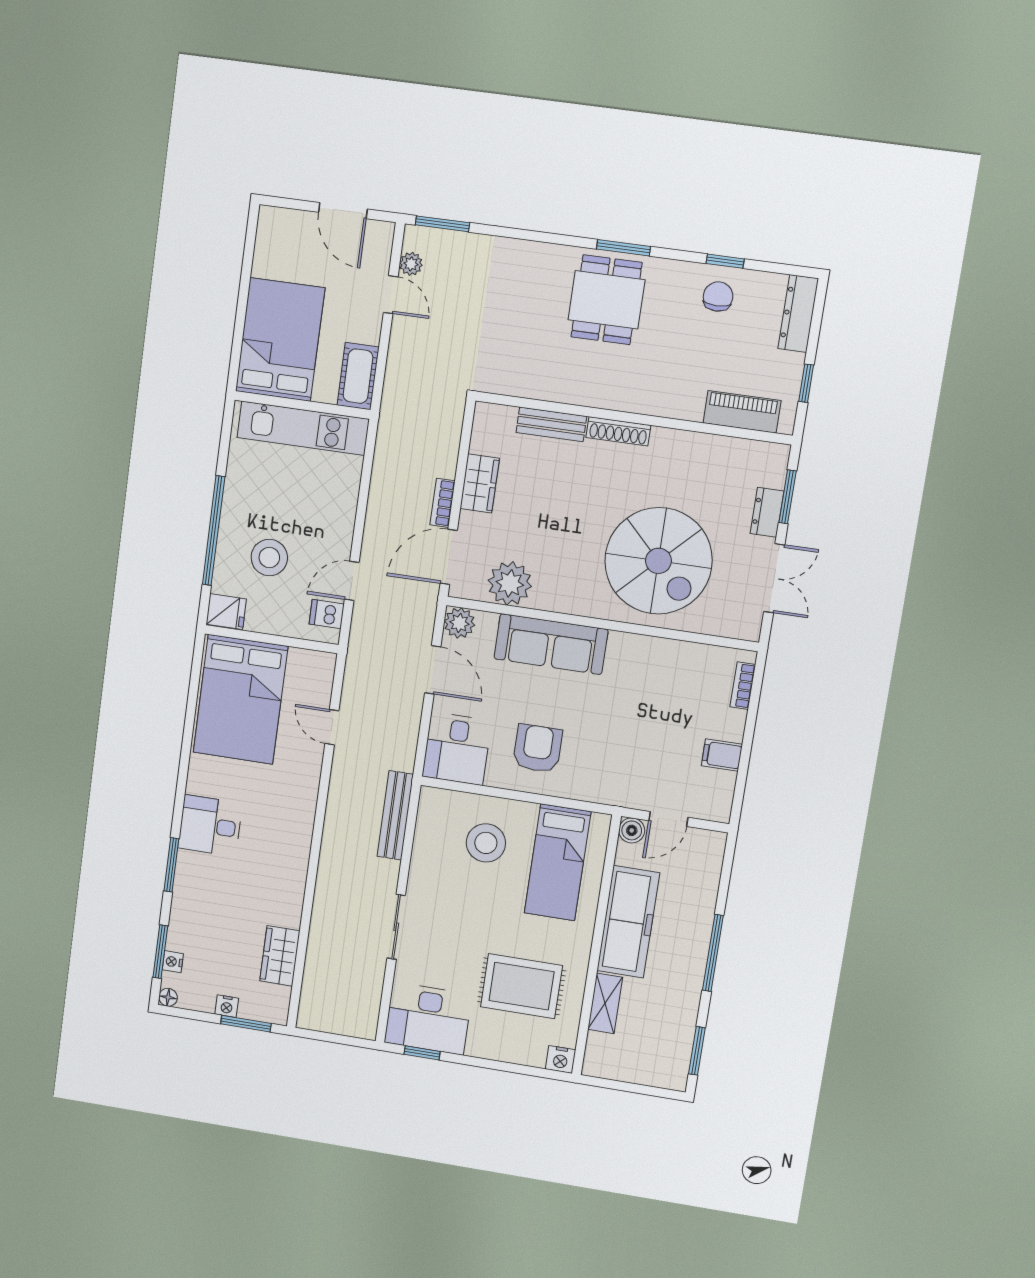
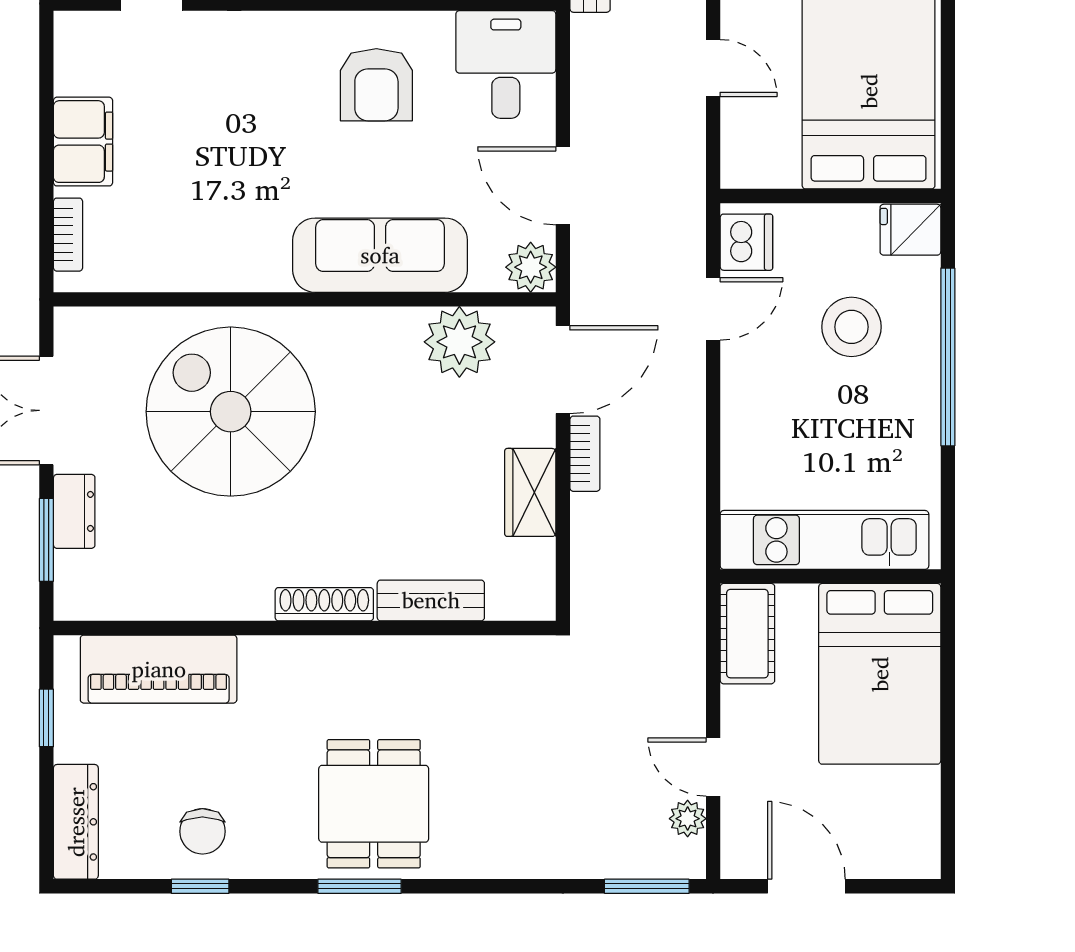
piano: (742, 412) -> (159, 669), width x1.37, depth x1.33
dishwasher: (327, 614) -> (746, 242), width x1.38
filing cabinet: (722, 755) -> (83, 142), width x2.00

